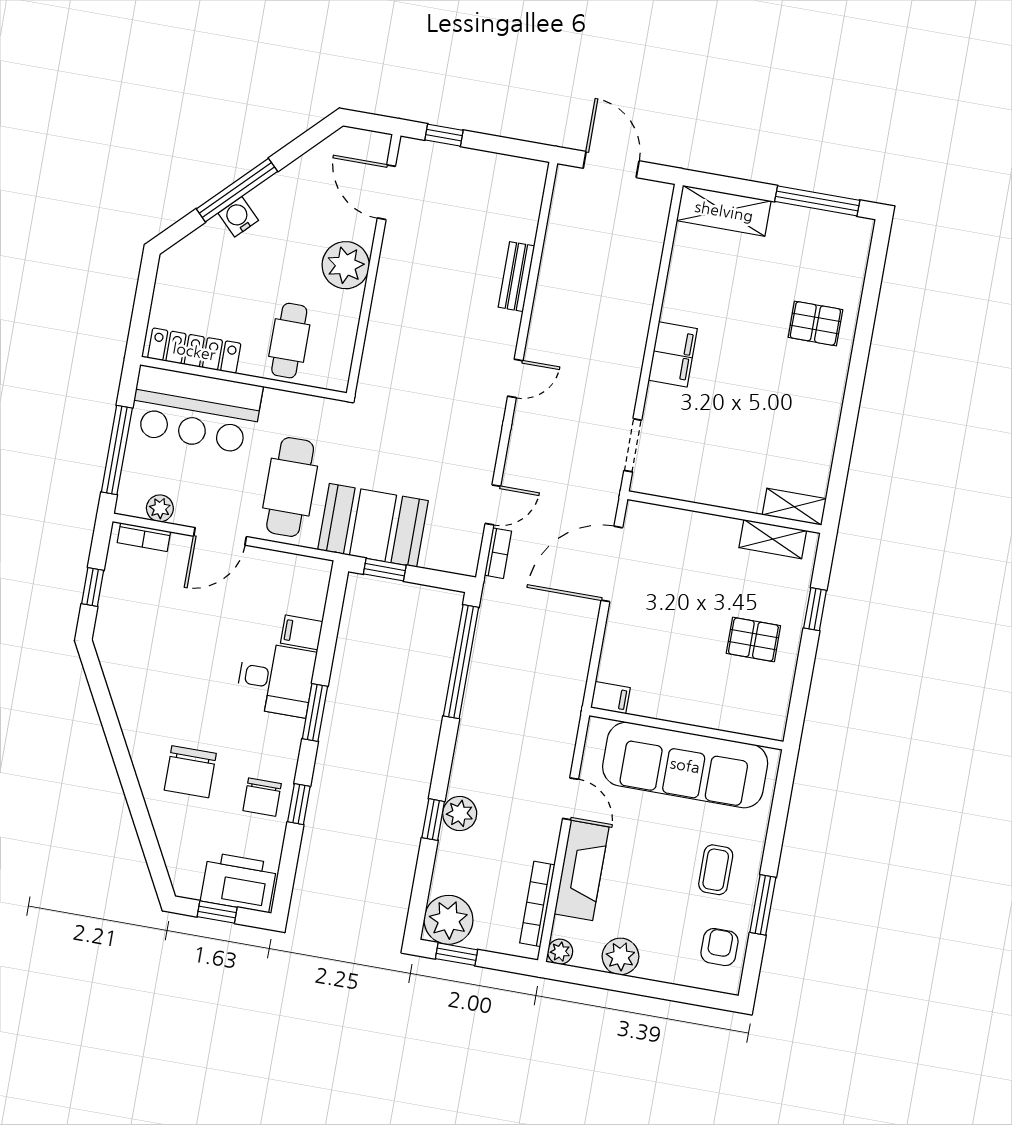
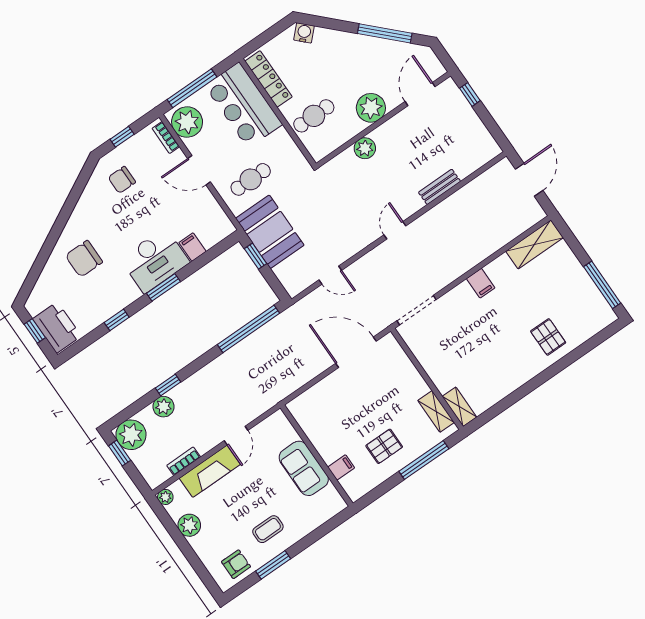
window: (237, 190) -> (385, 33), moved
shelving: (724, 211) -> (535, 244), moved, turned 90
water cooler: (238, 217) -> (304, 33), moved
plant: (386, 319) -> (365, 148), added
filing cabinet: (673, 354) -> (481, 283), width x0.50
door: (515, 378) -> (395, 230), swing flipped
doorway: (633, 445) -> (417, 310), width x1.38
cafe table: (290, 487) -> (251, 179), width x0.73, depth x0.74
plant: (160, 508) -> (187, 122), width x1.88, depth x1.88
bookcase: (498, 553) -> (312, 298), removed
window: (815, 609) -> (424, 460), width x2.17
pallet: (753, 640) -> (384, 446), turned 90
desk: (276, 679) -> (155, 260), width x1.37
filing cabinet: (610, 698) -> (341, 467), moved, turned -90
sofa: (685, 765) -> (304, 468), width x0.54, depth x0.79
chair: (262, 797) -> (122, 180), moved
plant: (460, 814) -> (163, 407), moved
bookcase: (537, 904) -> (184, 461), width x0.64

